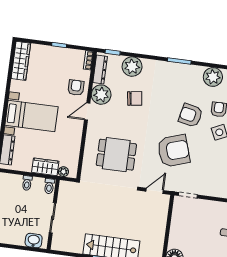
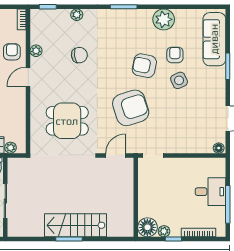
plant: (132, 67) -> (77, 15), width x0.53, depth x0.53
dresser: (100, 69) -> (36, 28), removed
plant: (101, 95) -> (36, 51), width x0.53, depth x0.53

